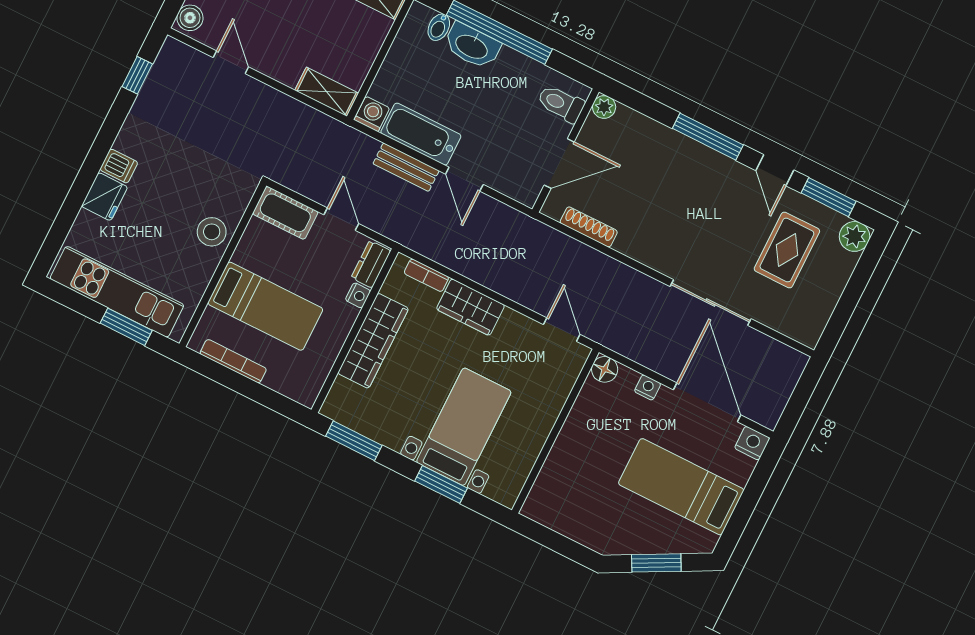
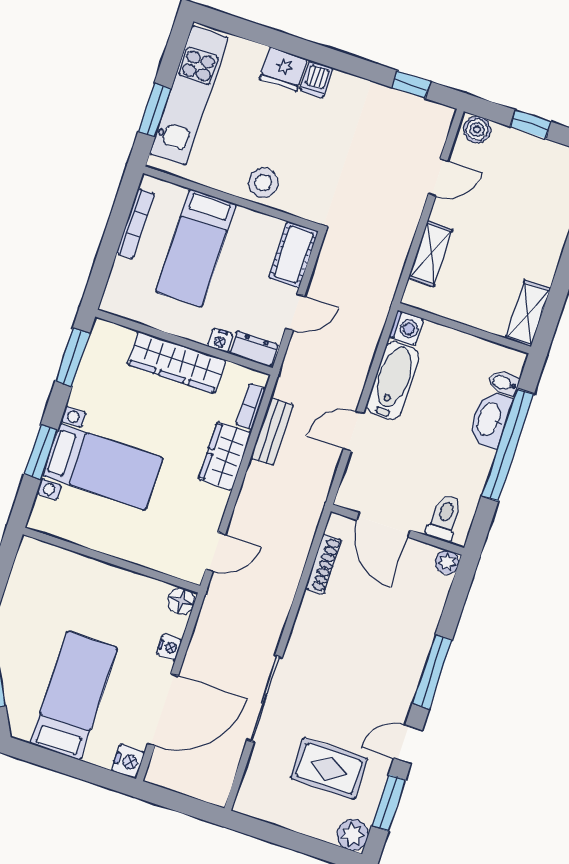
shelving: (327, 92) -> (430, 254), moved
bench: (406, 167) -> (272, 431), moved

